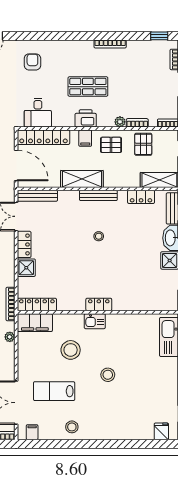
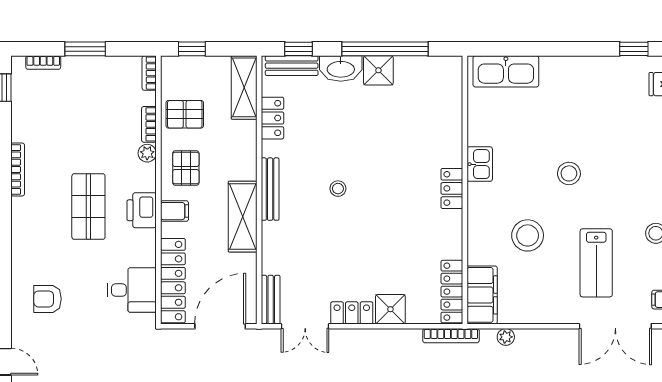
bench: (37, 196) -> (271, 300), width x0.73
kitchen sink: (95, 321) -> (480, 164), moved

